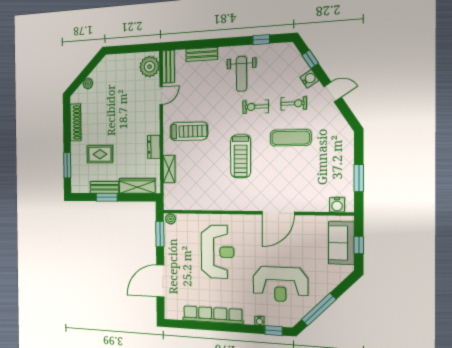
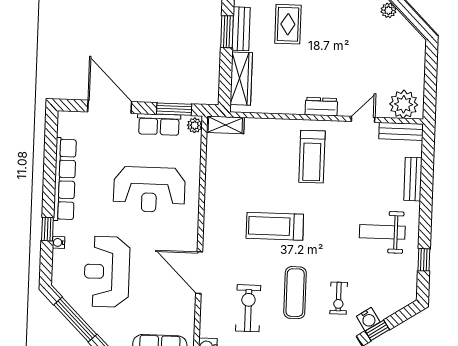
window: (310, 59) -> (377, 330), moved
door: (161, 95) -> (363, 119), swing flipped
exercise bike: (256, 107) -> (248, 308), moved, width x1.38, depth x1.39
dresser: (154, 147) -> (321, 107), moved
shelving: (169, 169) -> (225, 125), moved
row of seats: (171, 245) -> (159, 124), added
window: (274, 331) -> (47, 229), moved

